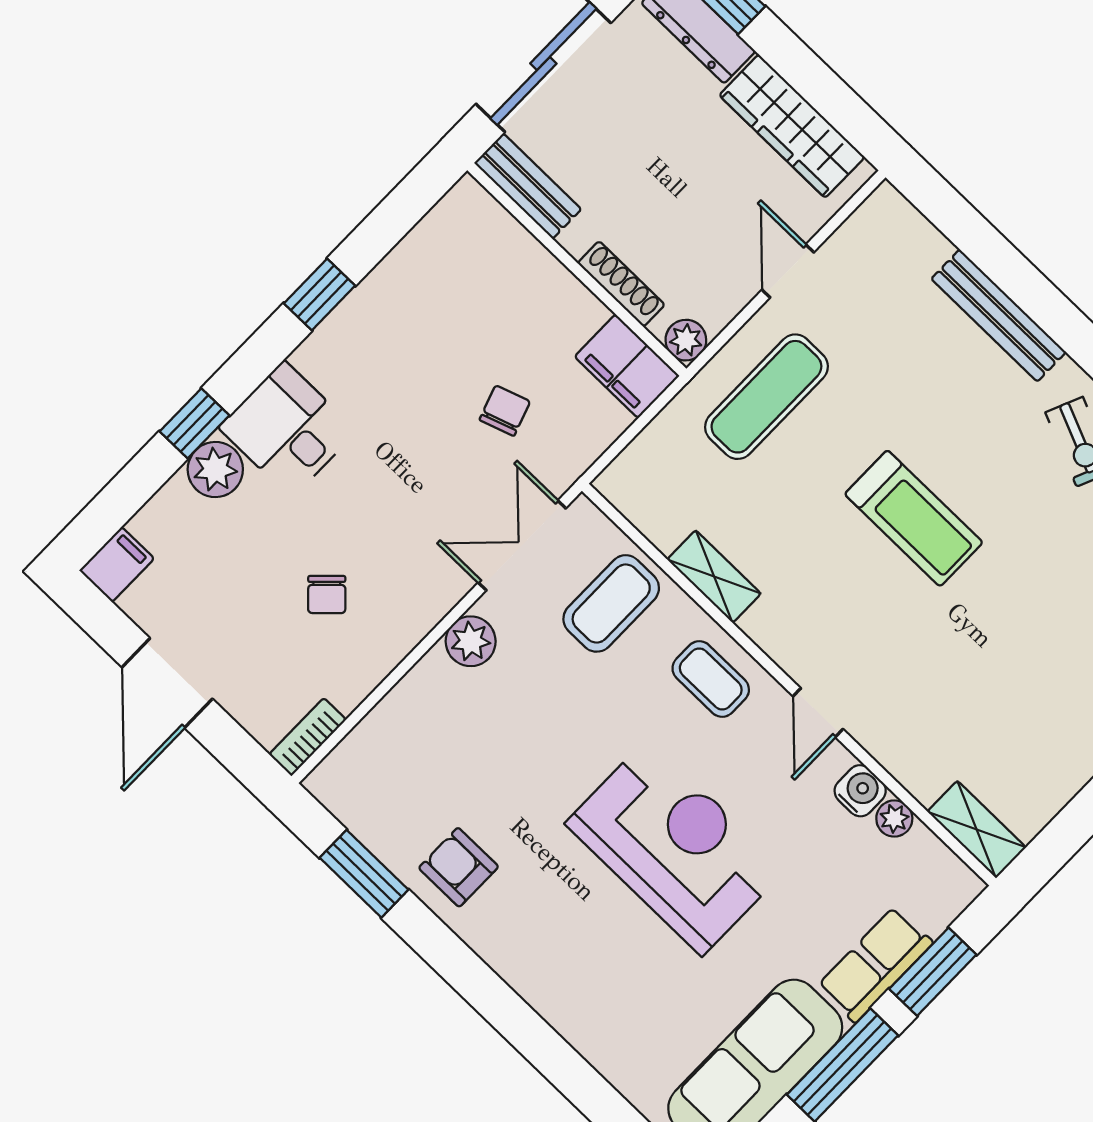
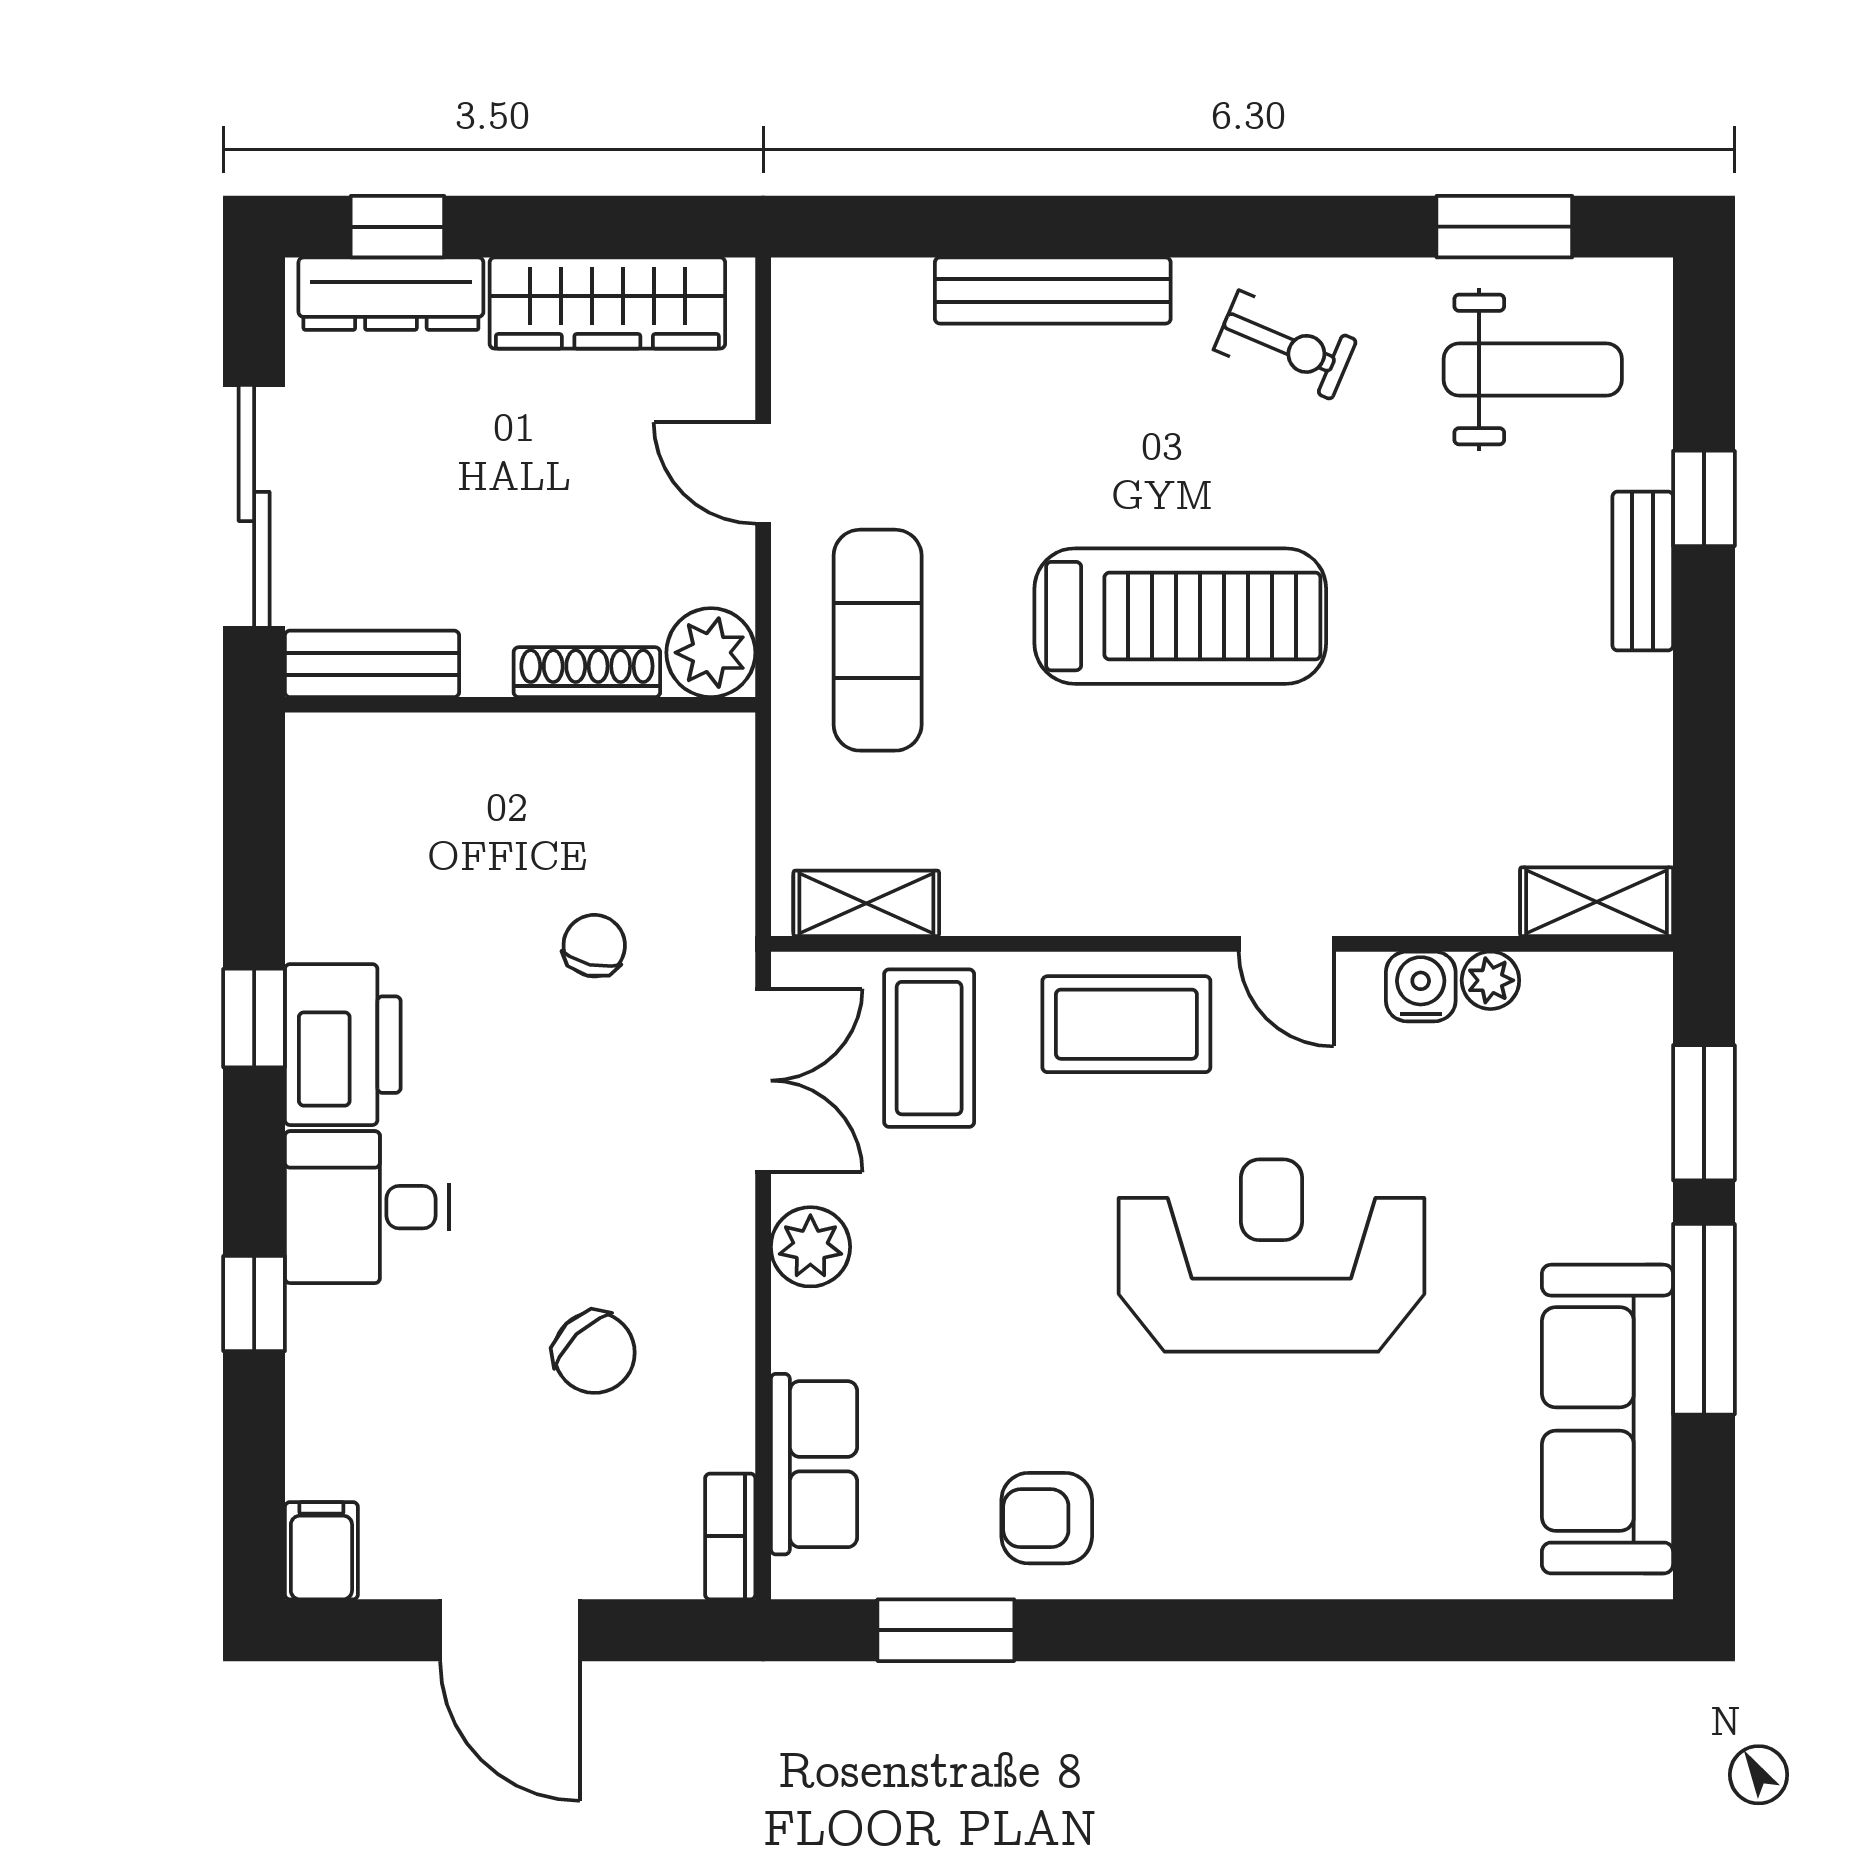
plant: (686, 340) -> (711, 653), width x1.38, depth x1.38
printer: (348, 345) -> (343, 1045), added
filing cabinet: (627, 366) -> (685, 760), removed
chair: (505, 411) -> (594, 946), turned 32
plant: (215, 470) -> (329, 1333), removed
treadmill: (914, 518) -> (1180, 616), width x1.37, depth x1.38
double door: (522, 545) -> (763, 1081), swing flipped
shelving: (714, 576) -> (866, 903), moved
chair: (327, 594) -> (594, 1353), width x1.37, depth x1.37
coffee table: (711, 679) -> (1126, 1024), width x1.36, depth x1.30
row of seats: (875, 964) -> (814, 1464), moved, turned 180

